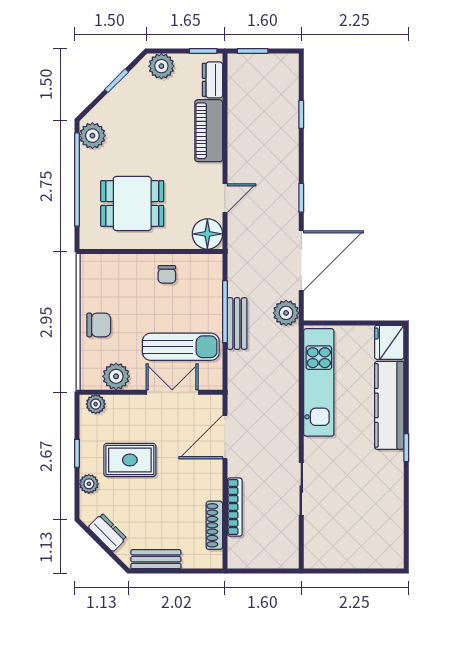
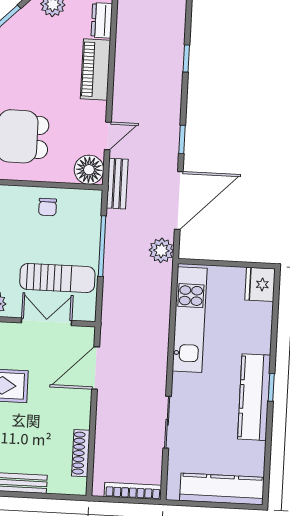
bench: (237, 324) -> (117, 184), moved
kitchen counter: (389, 405) -> (254, 397), moved
bookcase: (235, 507) -> (133, 491), moved, turned -90
kitchen counter: (361, 554) -> (222, 489), added

